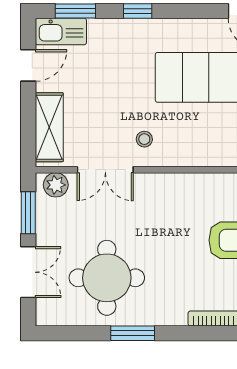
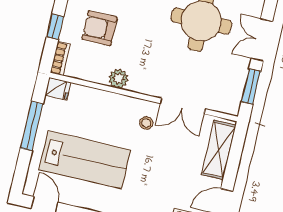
double door: (105, 170) -> (183, 106), swing flipped
plant: (56, 185) -> (118, 79), moved

